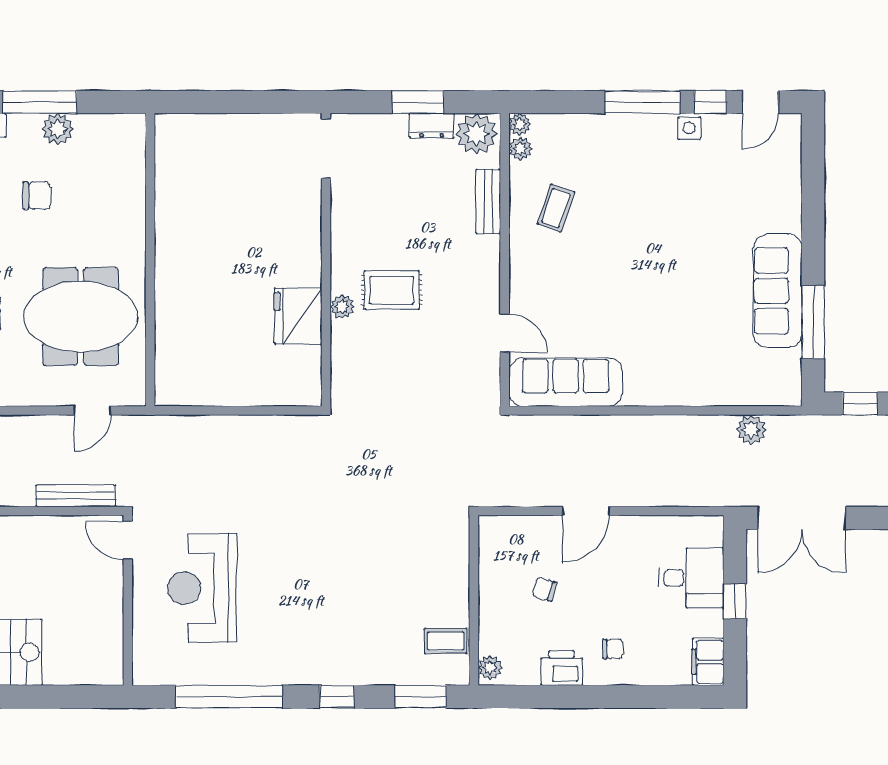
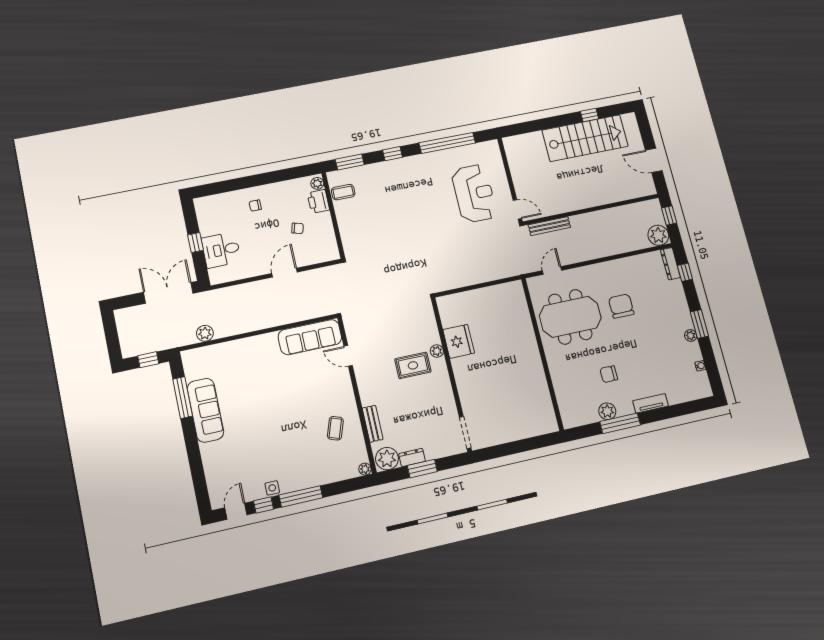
plant: (520, 149) -> (362, 456), removed
filing cabinet: (708, 662) -> (203, 209), removed
printer: (561, 668) -> (318, 201), moved, turned 90

